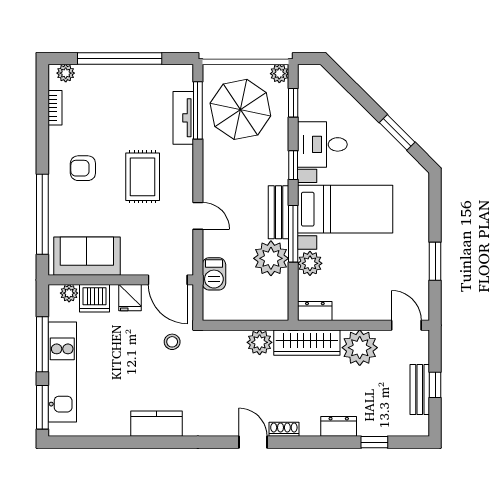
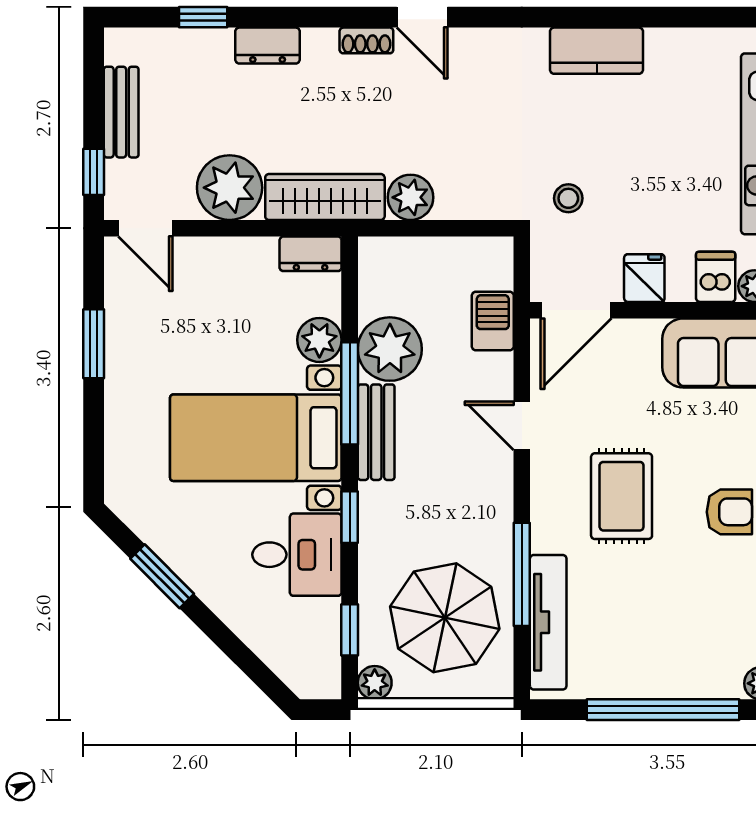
window: (198, 110) -> (522, 574), moved
tv unit: (183, 118) -> (548, 622), width x1.41
door: (168, 280) -> (576, 310), swing flipped
dishwasher: (95, 298) -> (716, 277), width x0.73
window: (435, 385) -> (94, 172), moved

